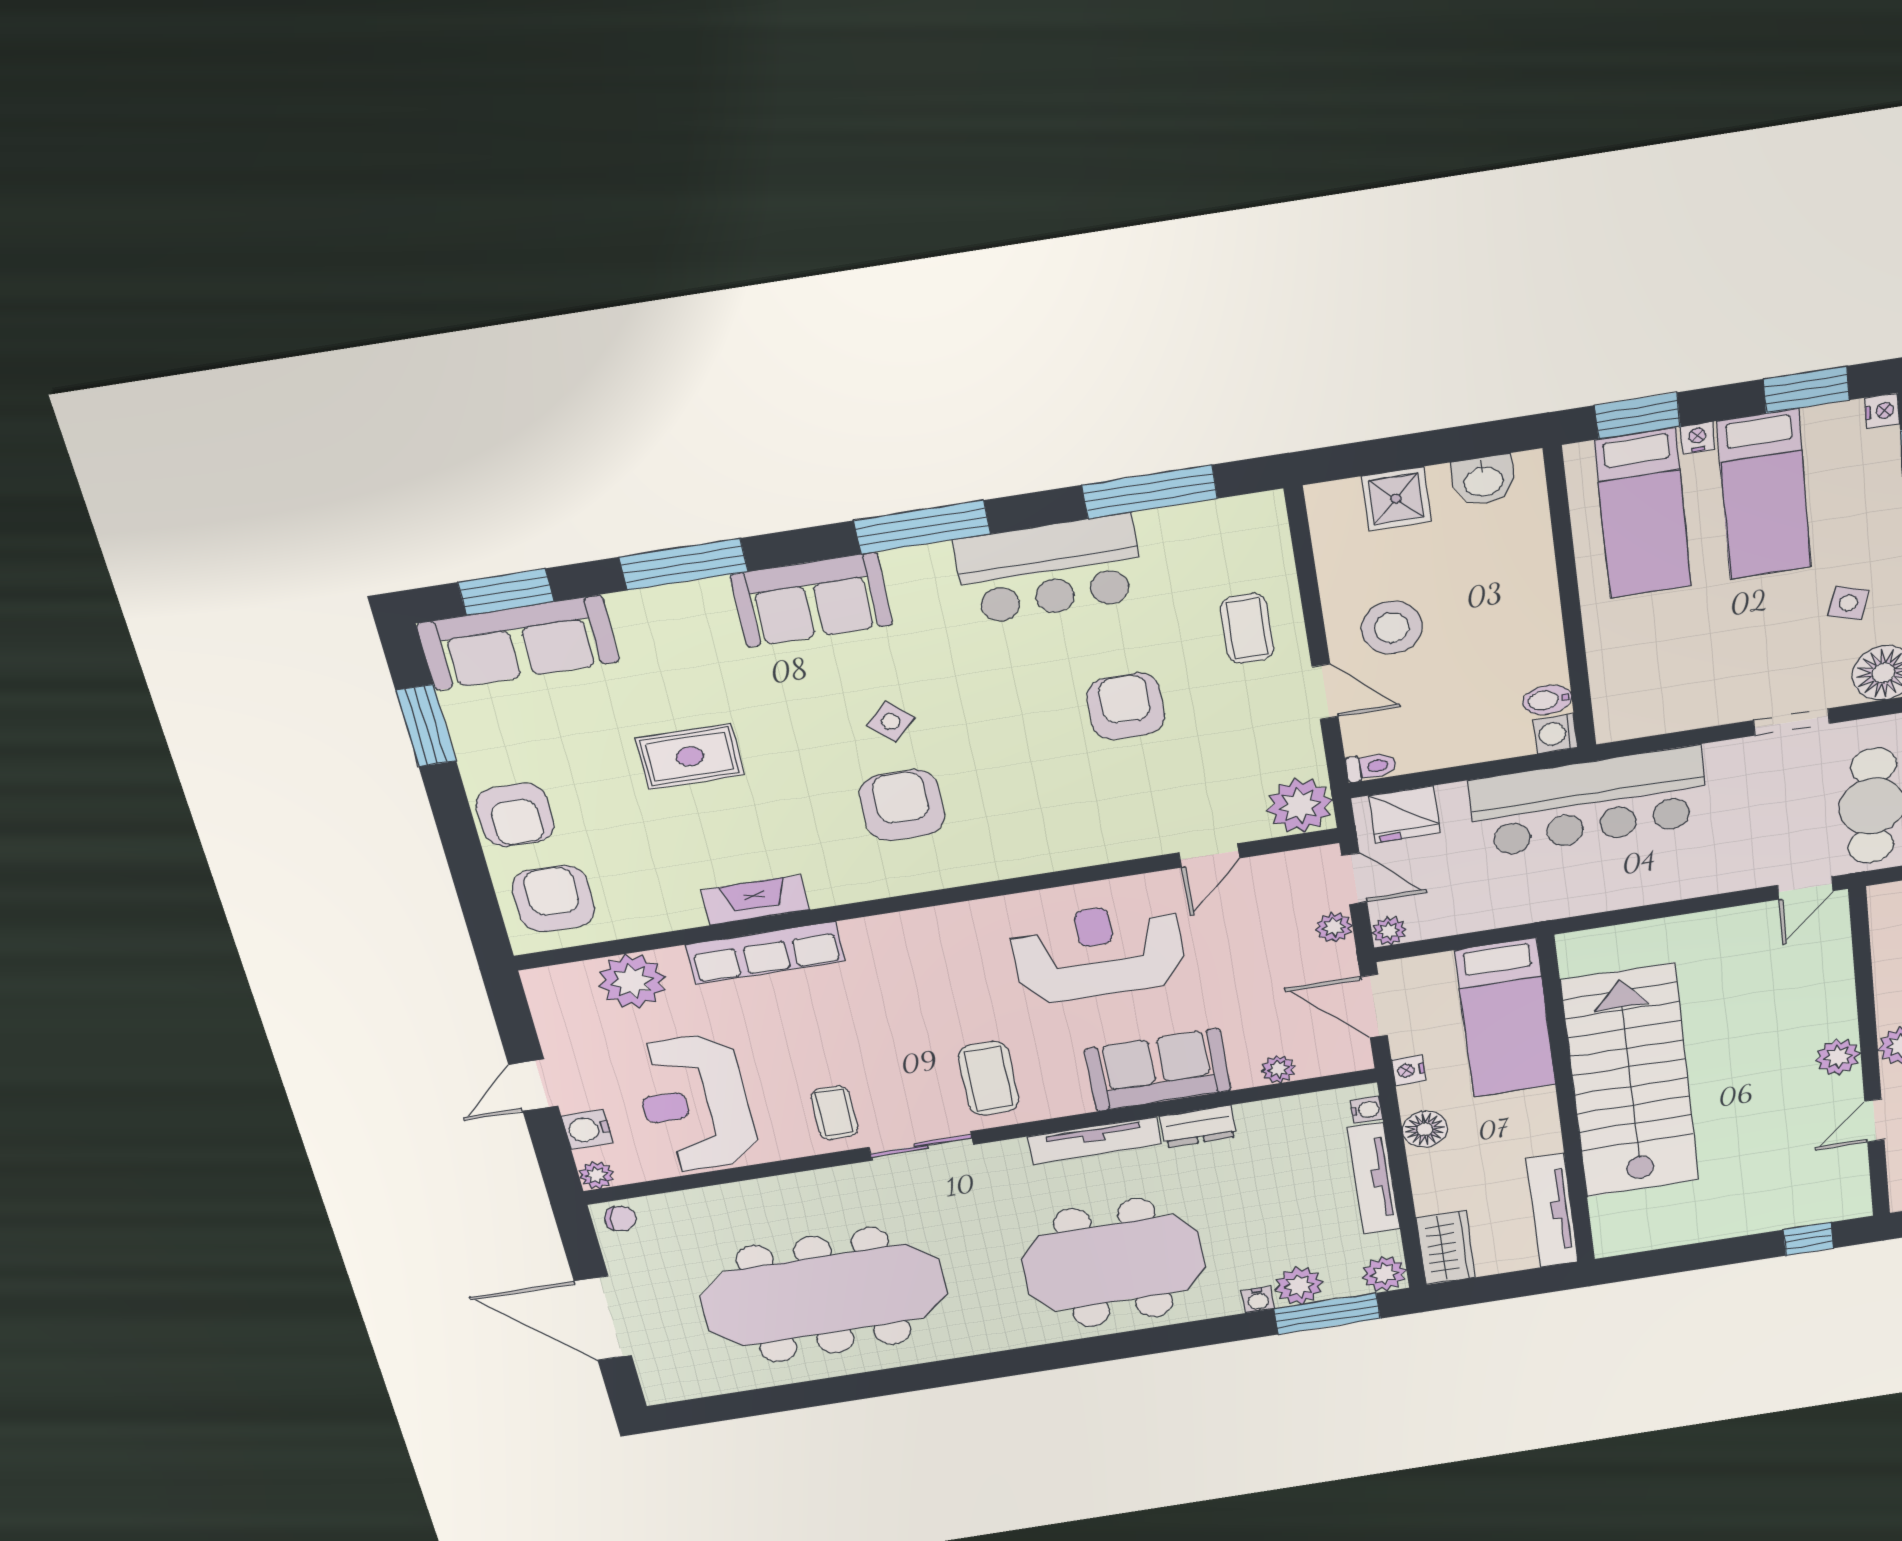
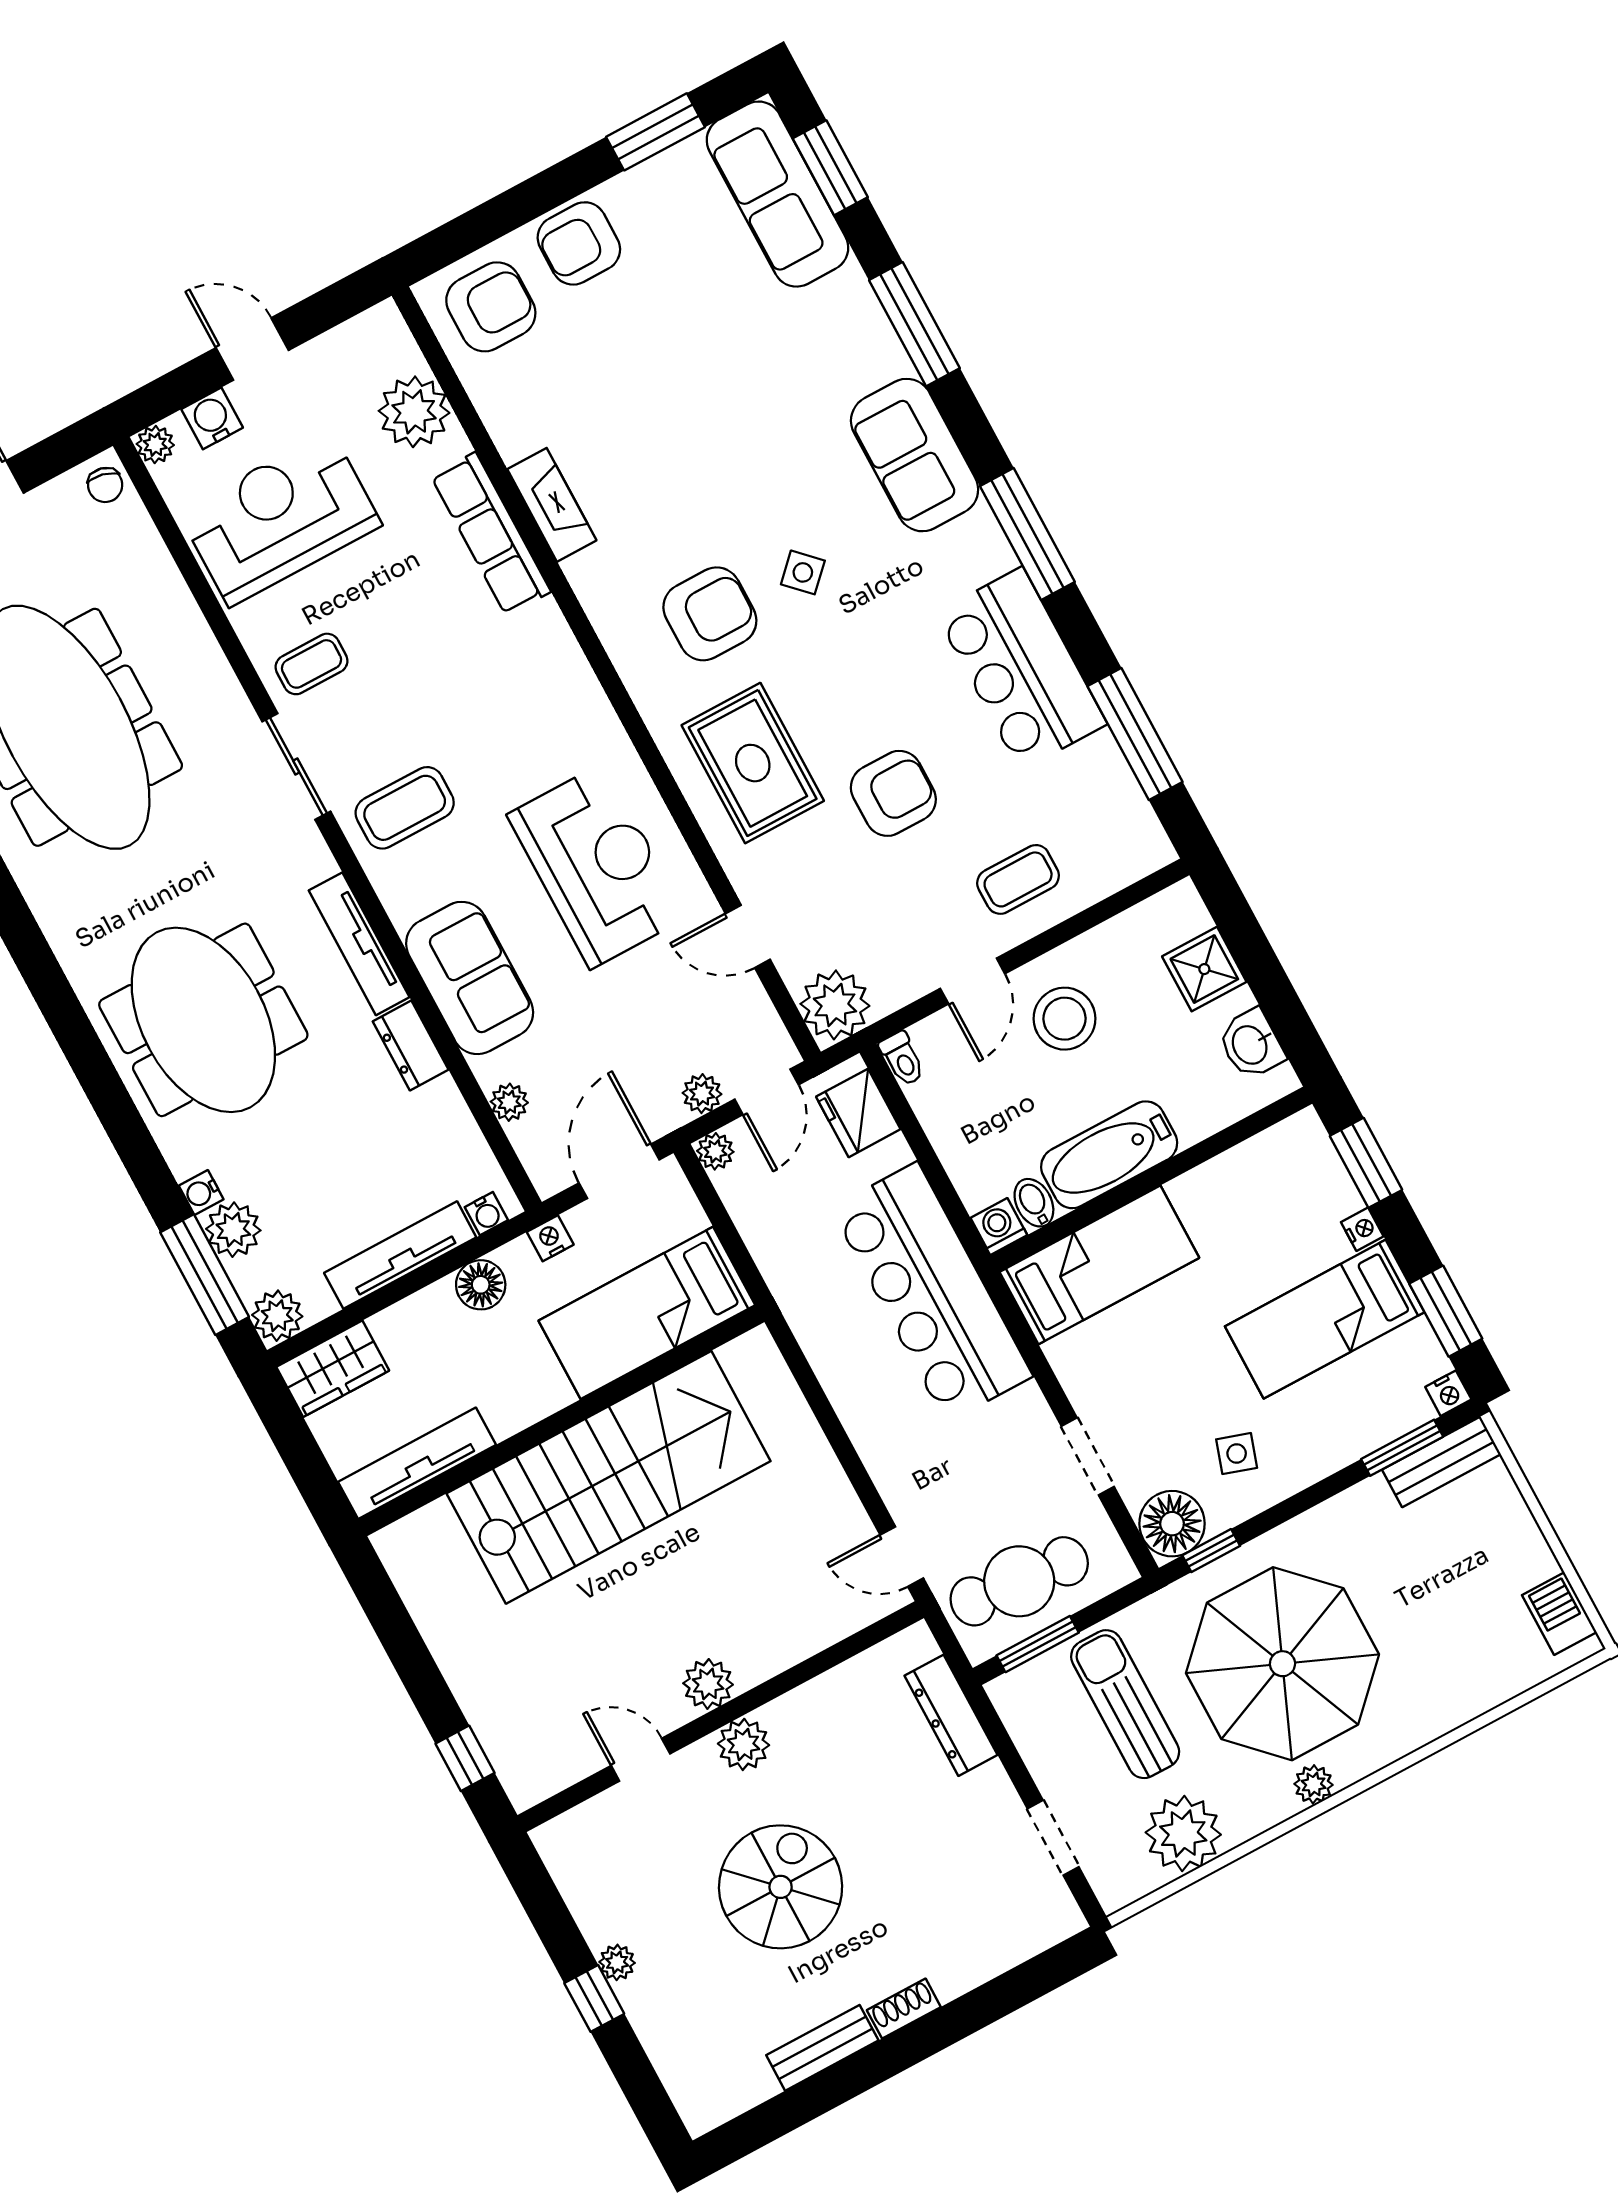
bed: (1643, 514) -> (1099, 1265), moved, turned 180
bathtub: (1532, 627) -> (1109, 1155), added
rug: (690, 757) -> (753, 763), moved, width x1.36, depth x1.43

